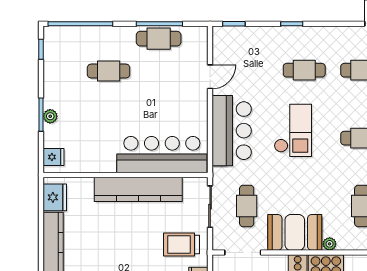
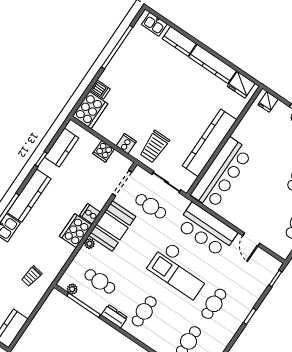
checkout: (293, 130) -> (180, 270), width x1.36, depth x1.21
trolley: (181, 244) -> (154, 147), turned 180

